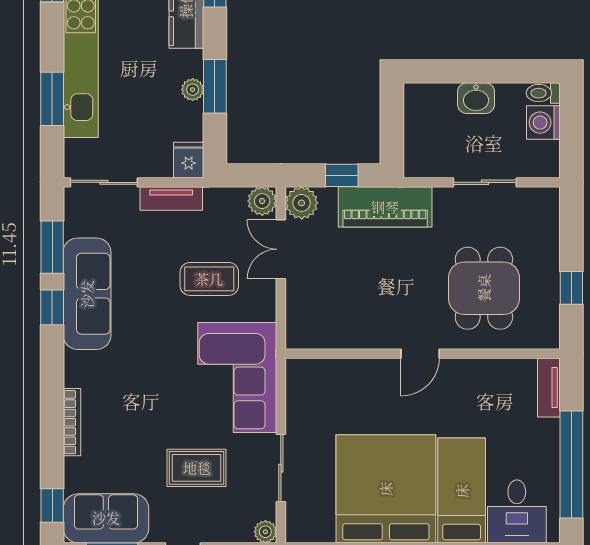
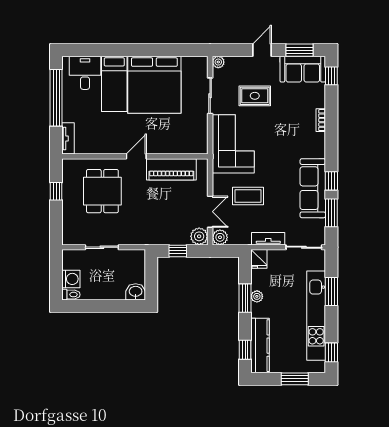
washbasin: (476, 98) -> (136, 292), moved
piano: (385, 207) -> (171, 169), moved, turned 180
bookcase: (72, 422) -> (321, 120), width x0.64

